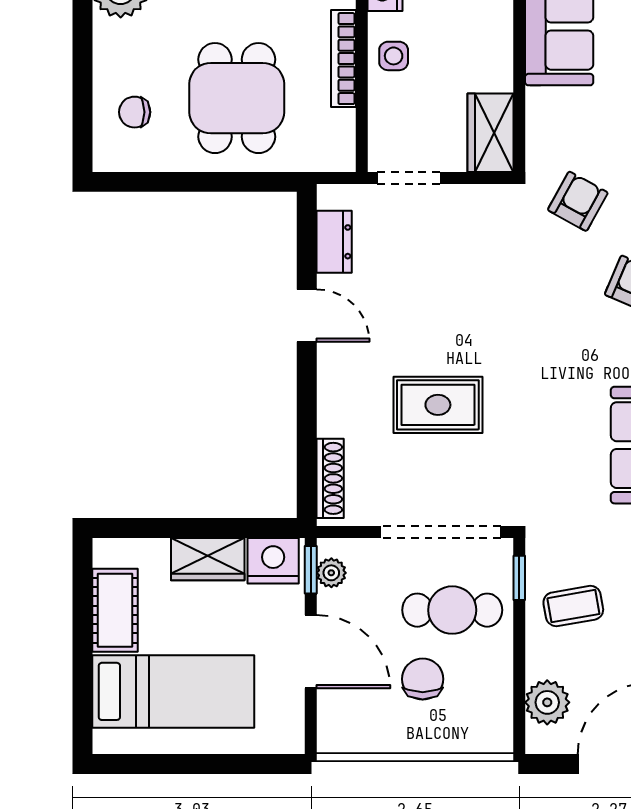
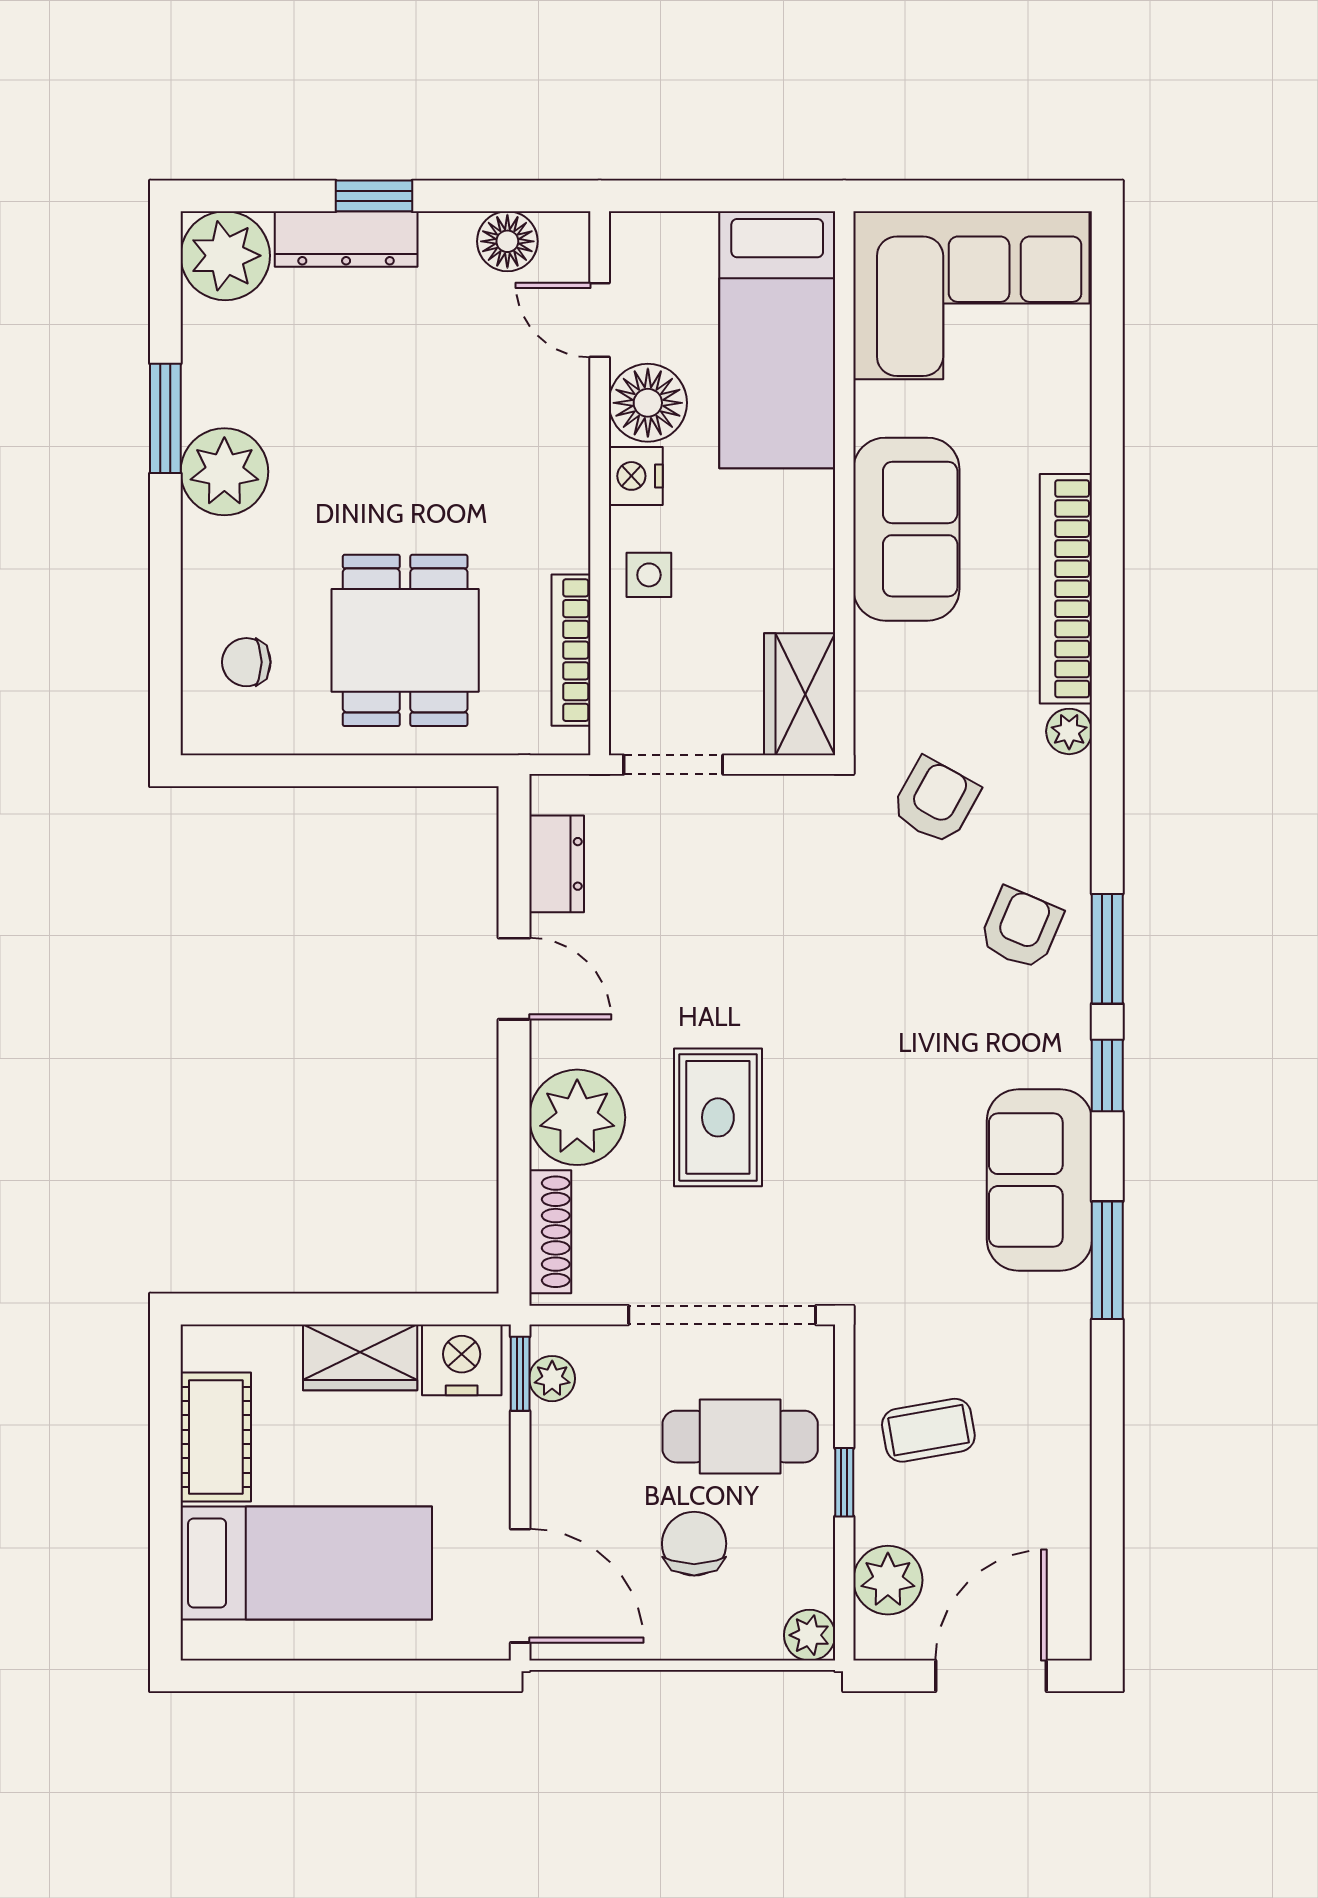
bookcase: (343, 59) -> (571, 650), moved
plant: (347, 405) -> (577, 1117), added
rug: (438, 405) -> (718, 1117), turned 90
window: (519, 578) -> (844, 1482), moved
door: (311, 652) -> (520, 1586), moved
plant: (497, 738) -> (810, 1635), added

